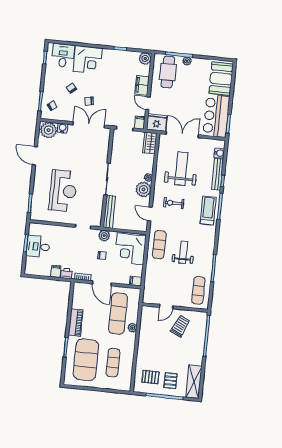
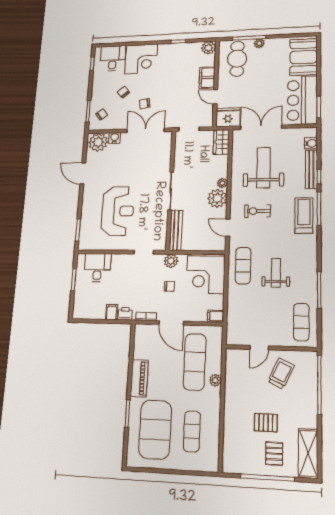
filing cabinet: (140, 123) -> (207, 120), removed
desk: (38, 247) -> (97, 268), moved, turned 90
pallet: (150, 377) -> (266, 423), moved

